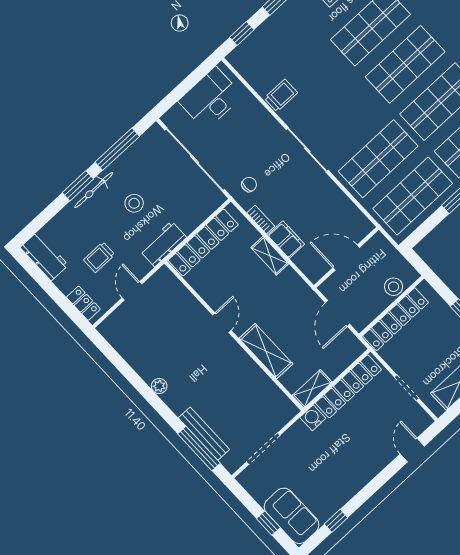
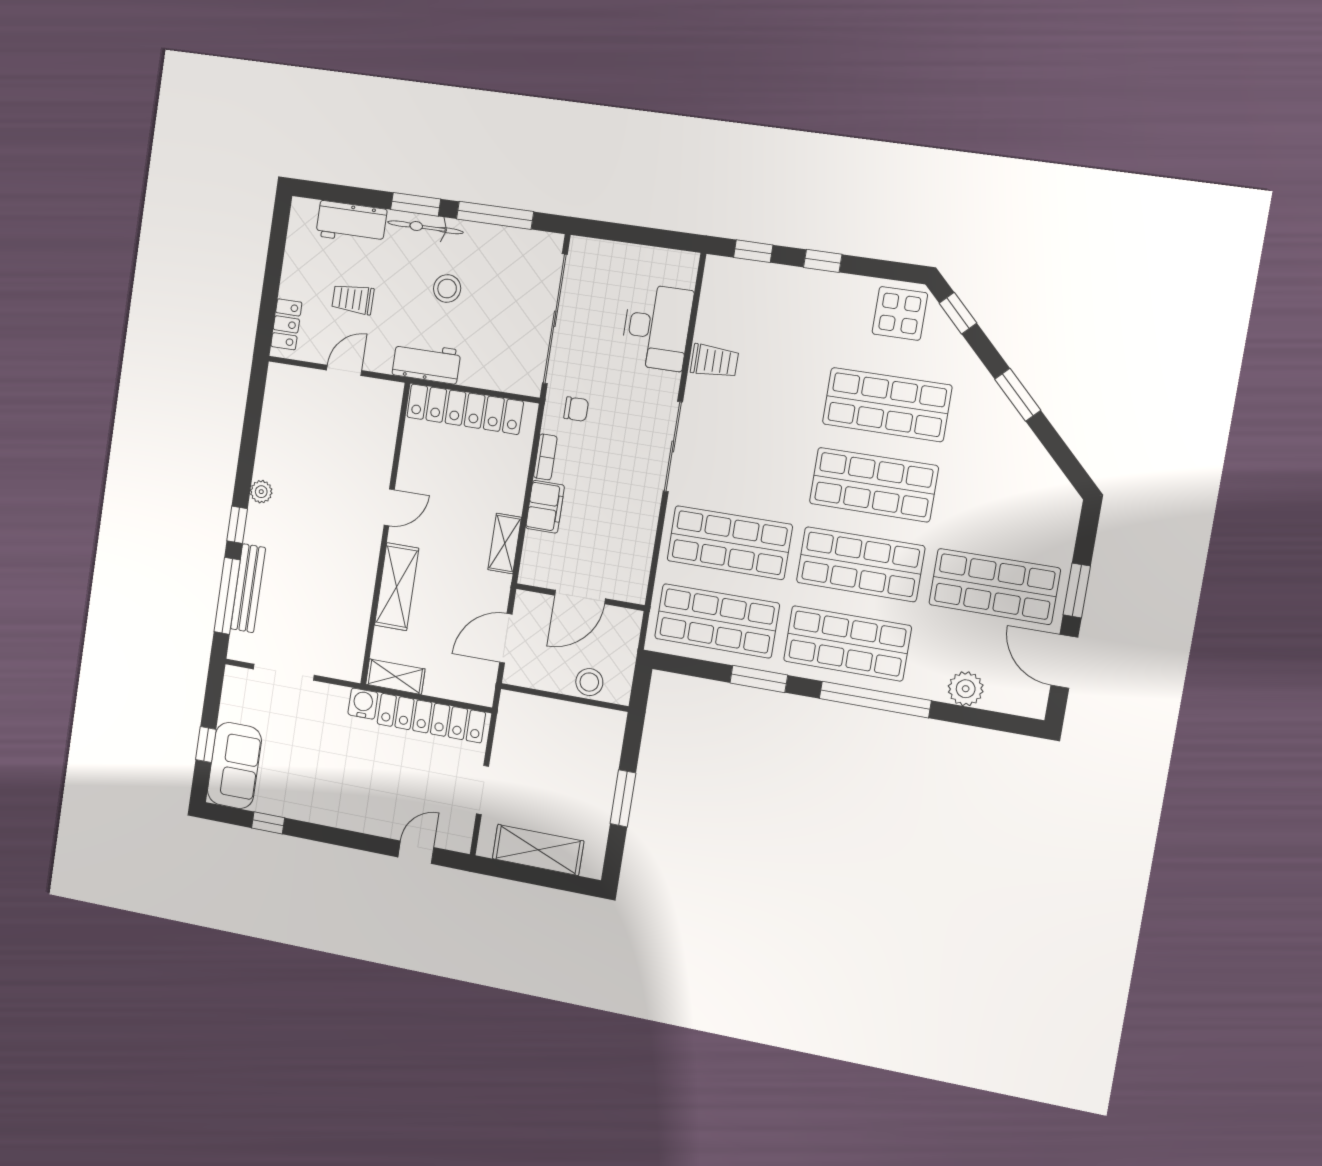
desk: (210, 98) -> (657, 327), moved, turned 90
workbench: (44, 256) -> (351, 223), moved, turned 90
shelving: (270, 256) -> (505, 543), moved
door: (346, 258) -> (580, 597), swing flipped
locker: (396, 319) -> (553, 714), removed
window: (166, 413) -> (237, 525), added

